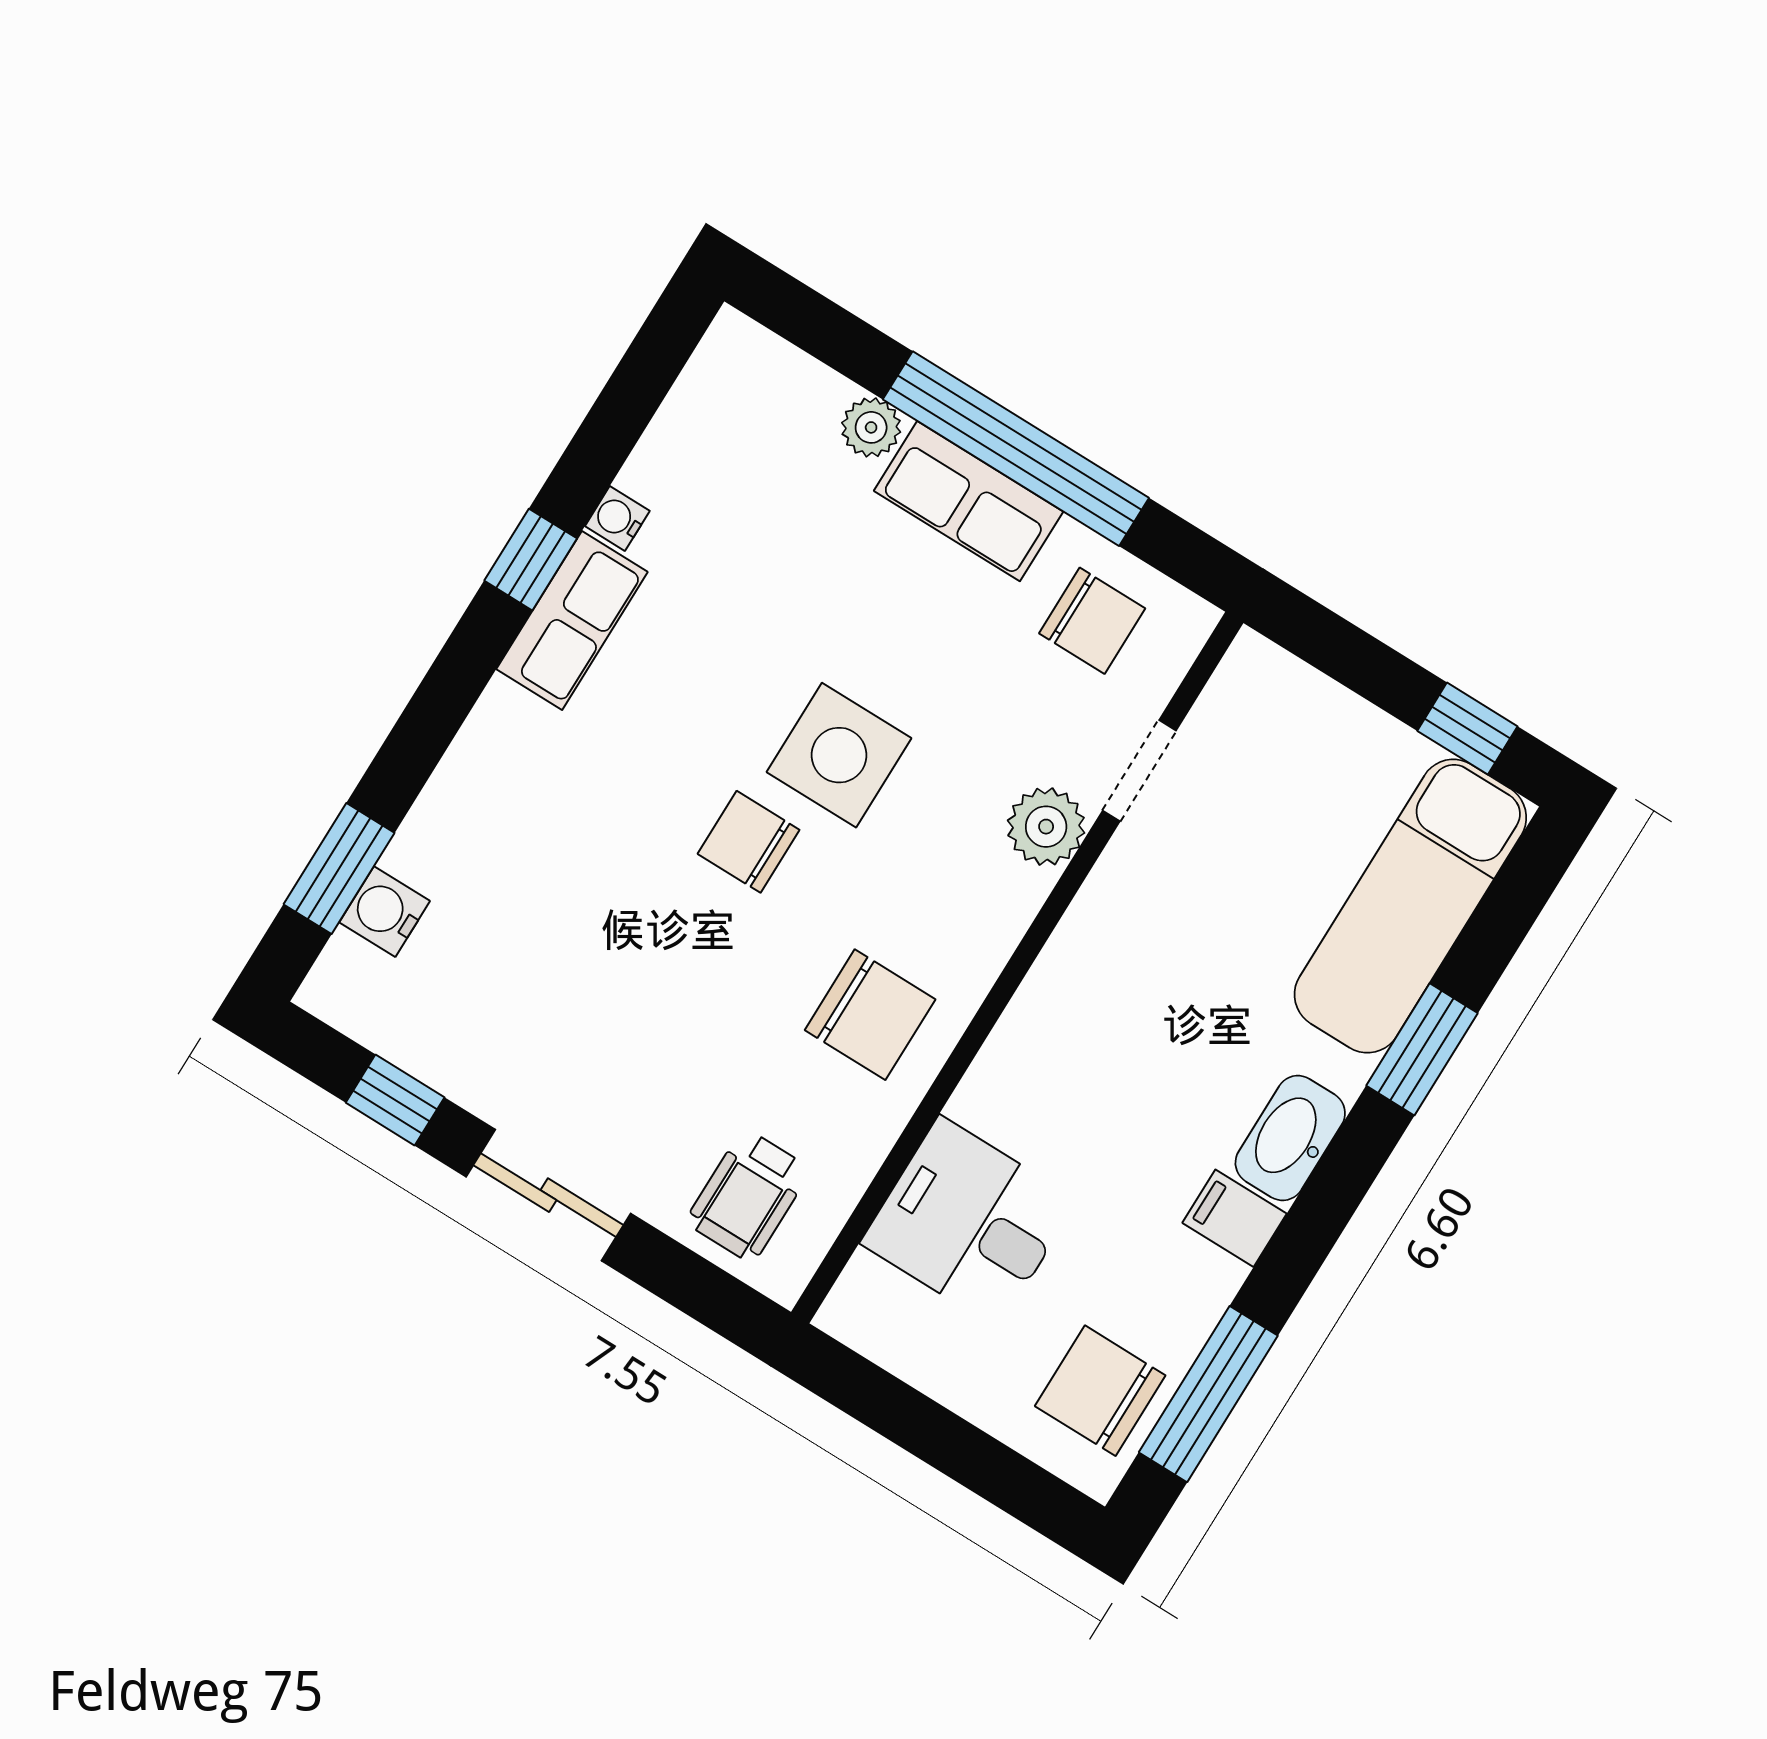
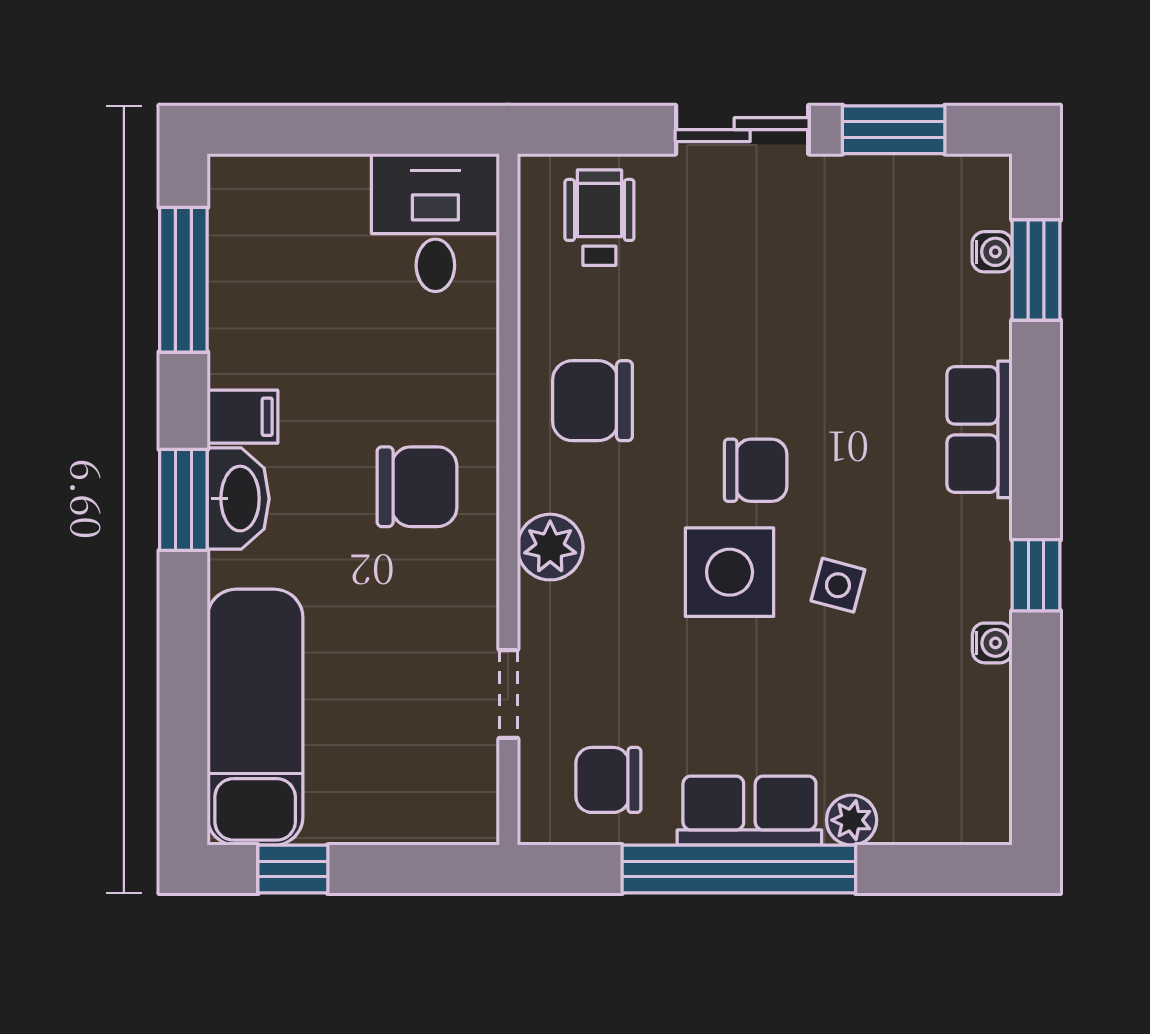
row of seats: (572, 621) -> (980, 429), moved
side table: (737, 674) -> (838, 585), added
plant: (1046, 827) -> (550, 547), moved
water cooler: (385, 912) -> (992, 252), width x0.72, depth x0.72
window: (1422, 1049) -> (183, 500), moved
window: (395, 1100) -> (894, 130), width x1.50
desk: (969, 1222) -> (435, 223), moved, turned -90
chair: (1100, 1391) -> (417, 487), moved

